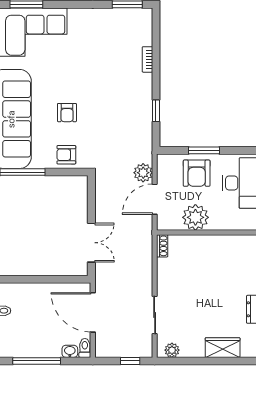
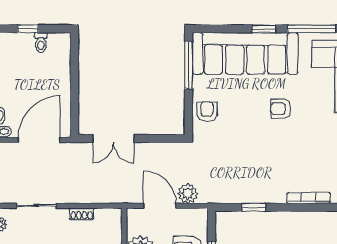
bookcase: (147, 59) -> (308, 198), width x1.56
armchair: (67, 113) -> (281, 109), moved
shoe rack: (162, 246) -> (82, 214), moved

